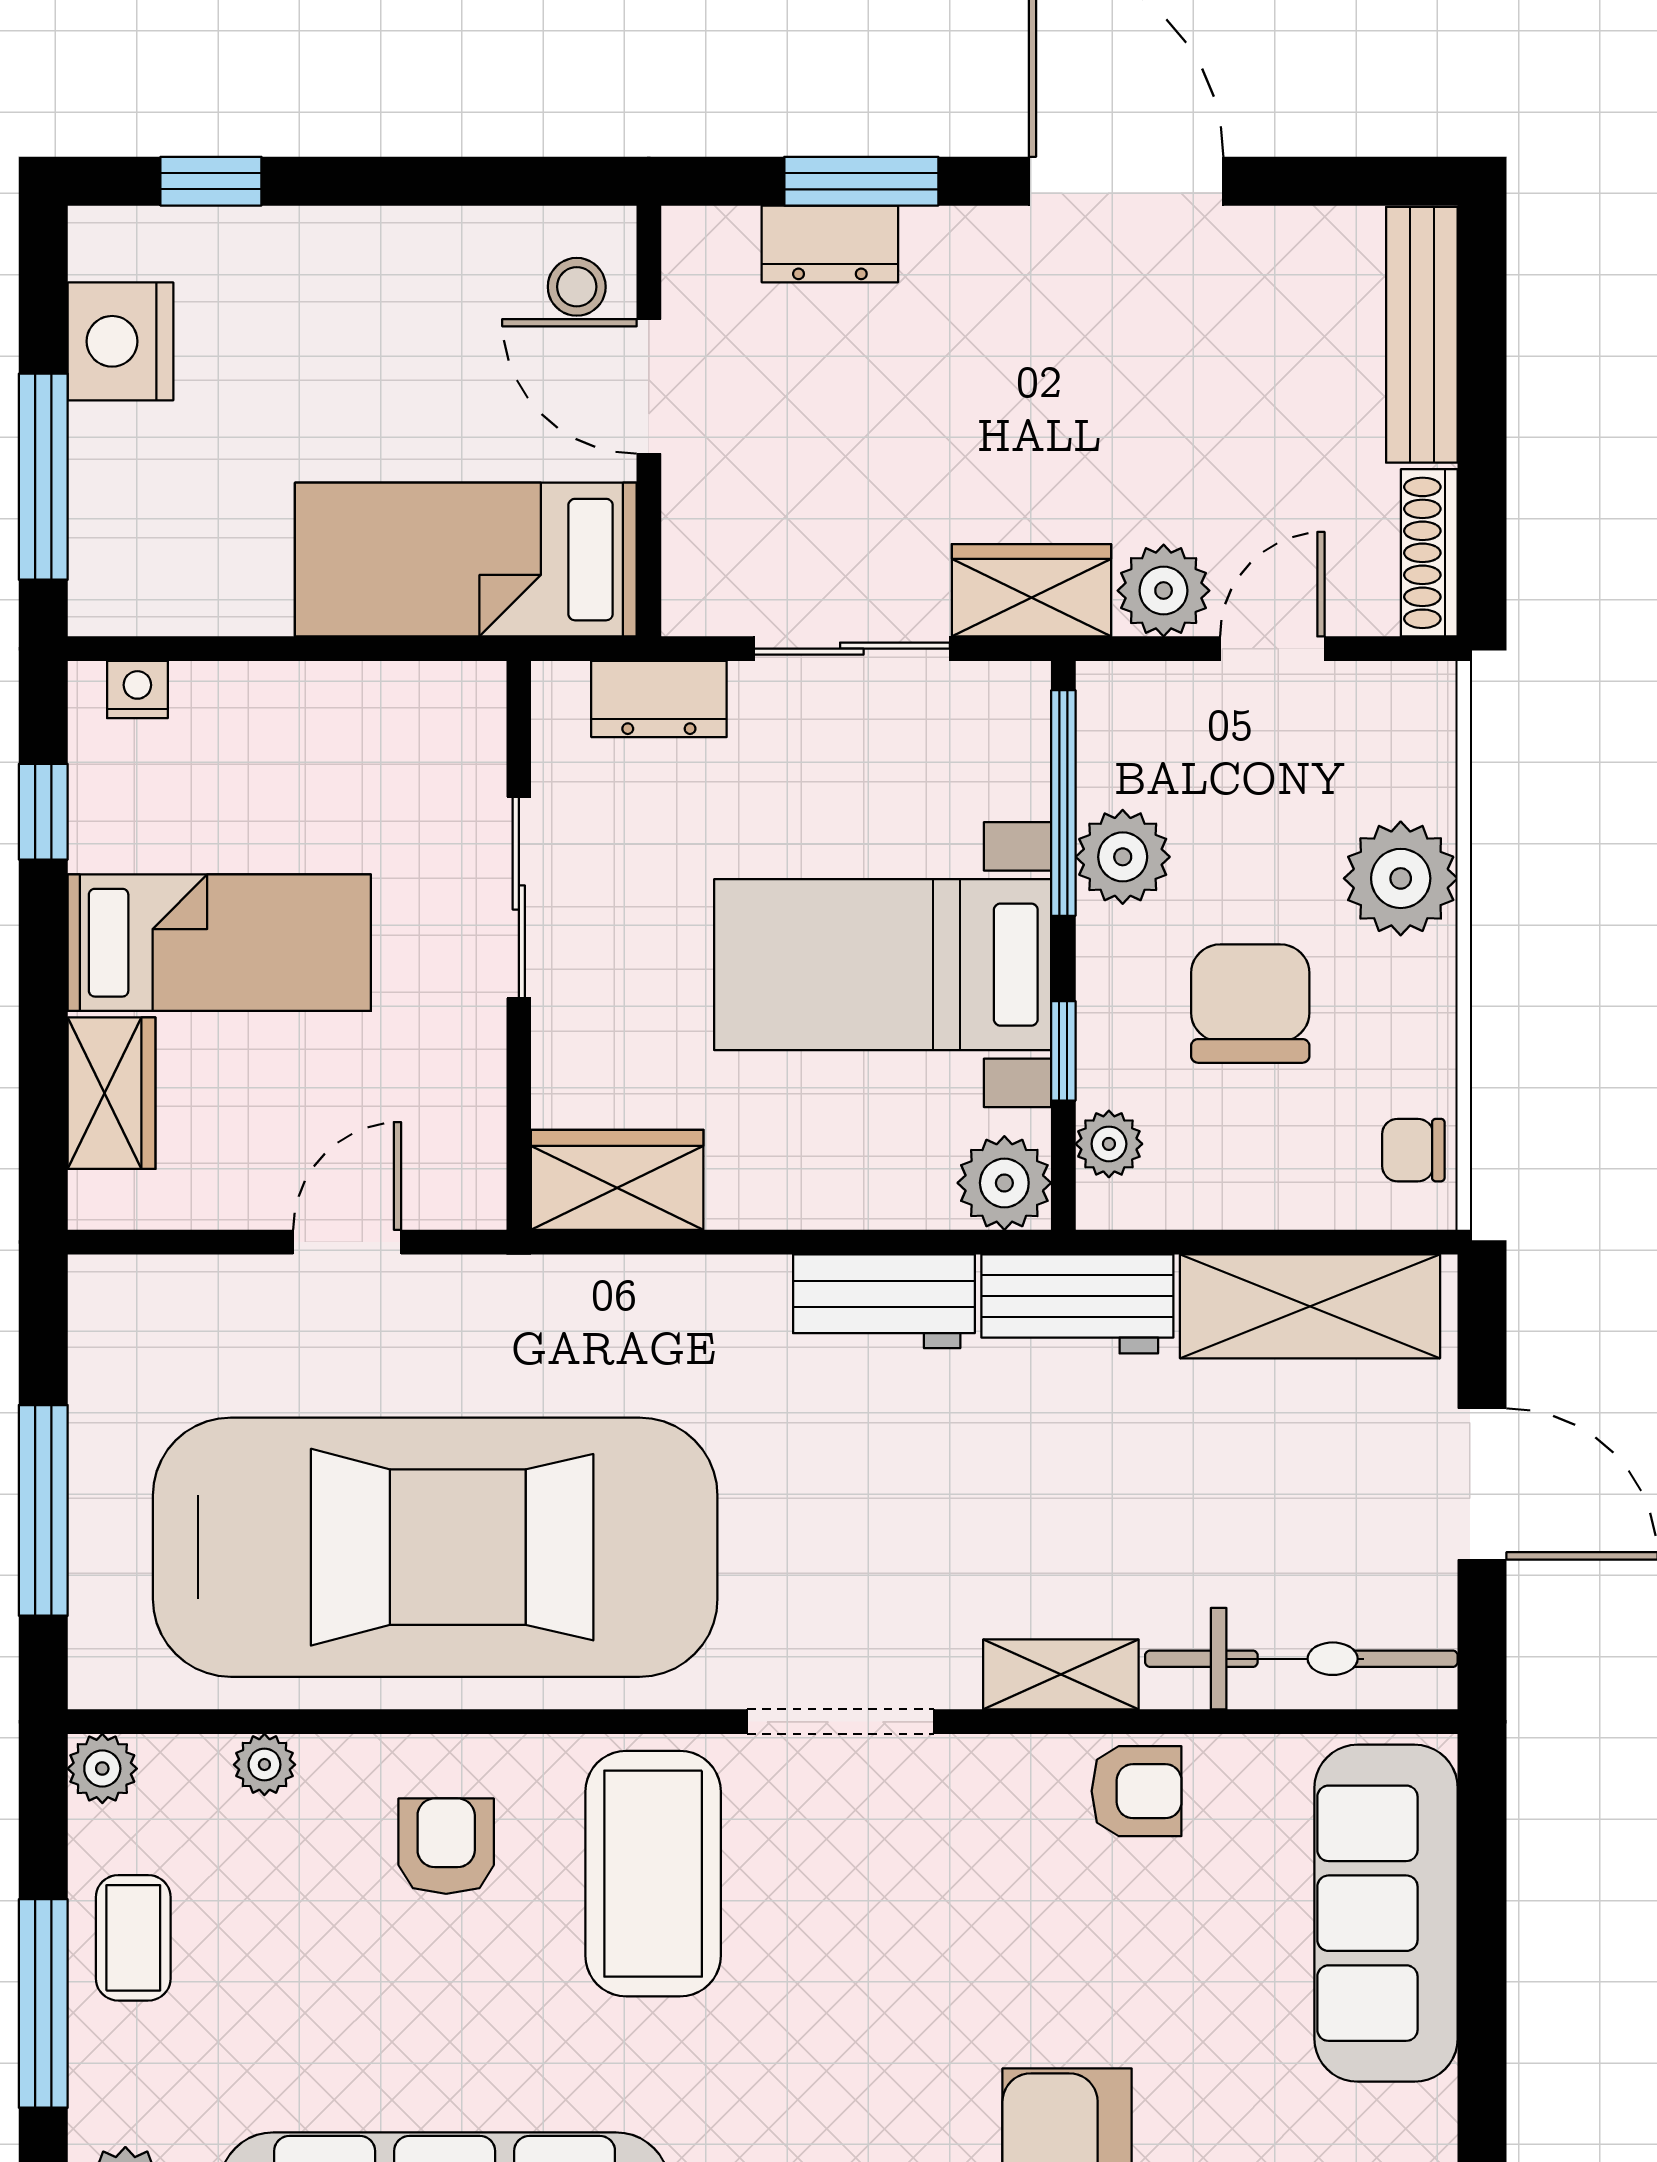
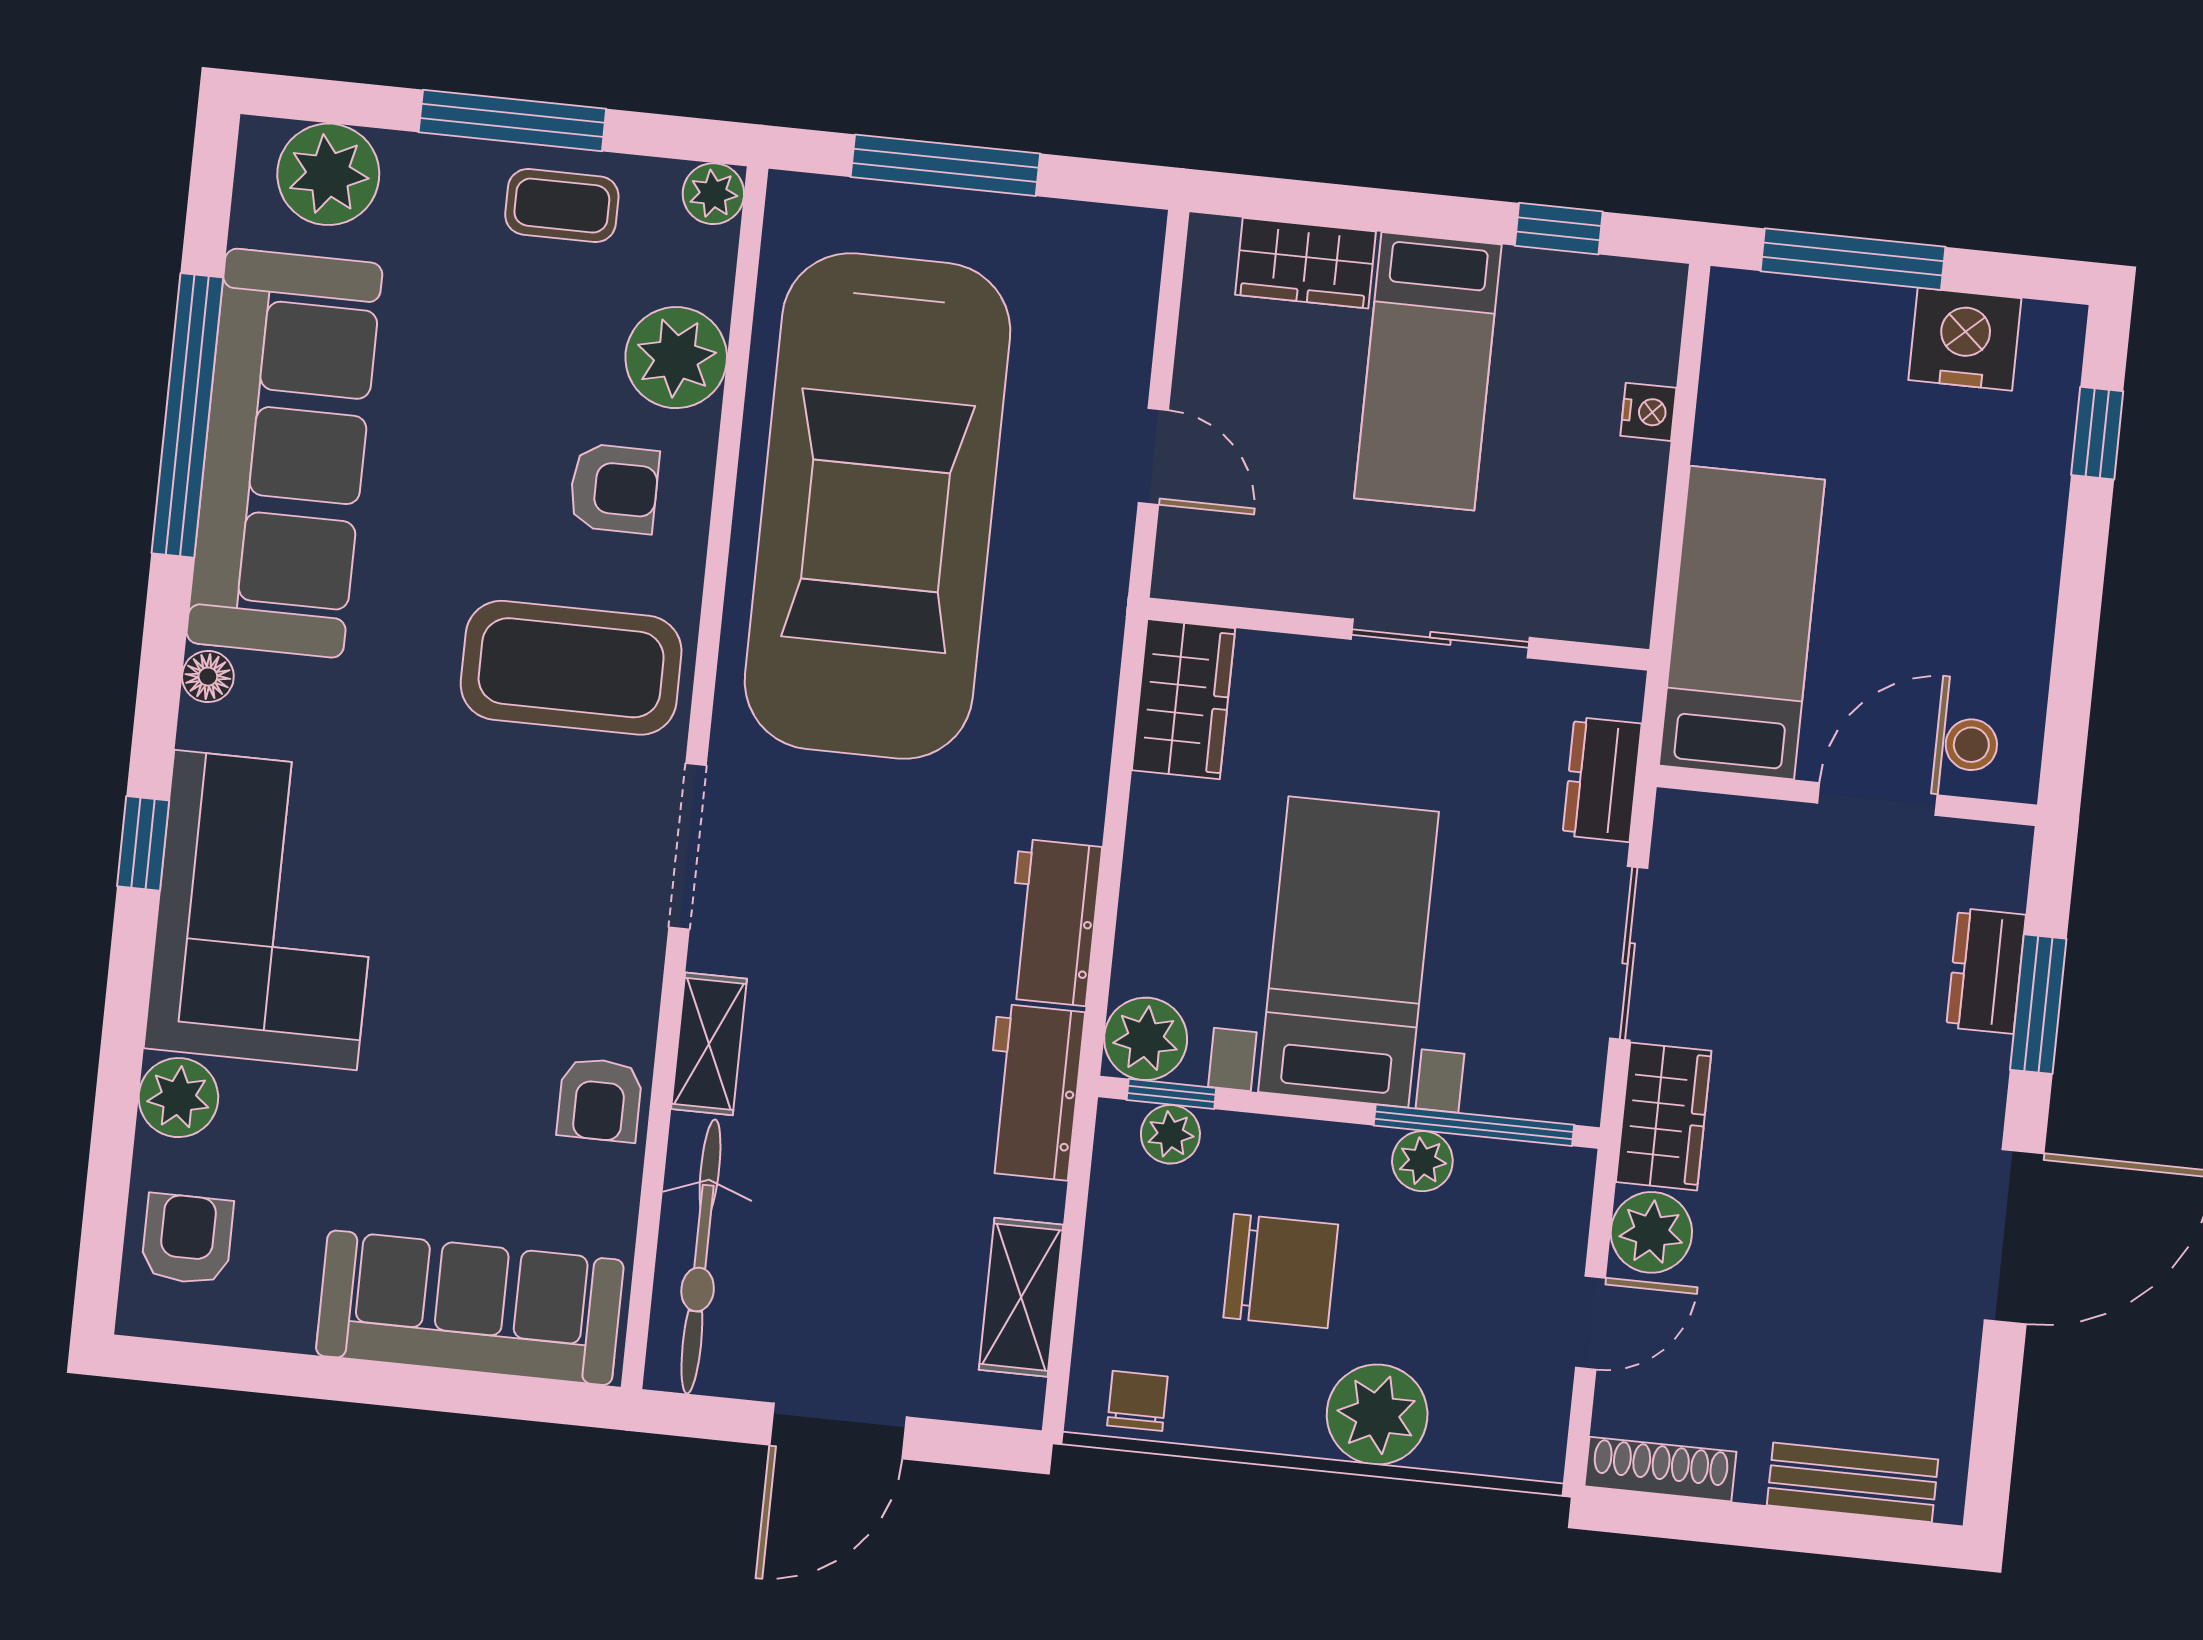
bench: (1422, 335) -> (1853, 1482), width x0.73
door: (1272, 649) -> (1590, 1323), hinge flipped
nightstand: (137, 690) -> (1648, 412), moved
plant: (1123, 857) -> (1422, 1161), width x0.73, depth x0.73
window: (1063, 1051) -> (1171, 1094), moved
shelving: (1310, 1306) -> (1021, 1297), width x0.67, depth x0.75
plant: (264, 1765) -> (676, 358), width x1.87, depth x1.87

